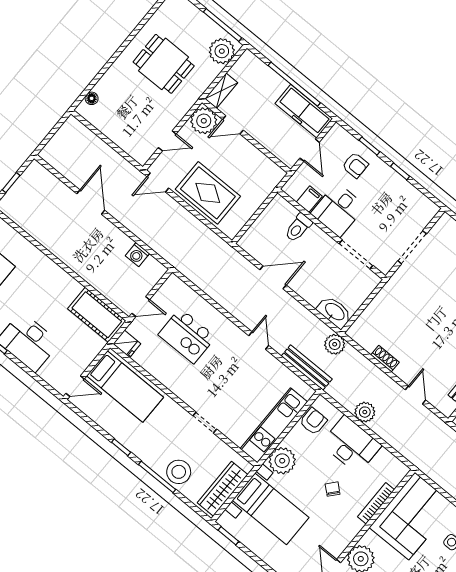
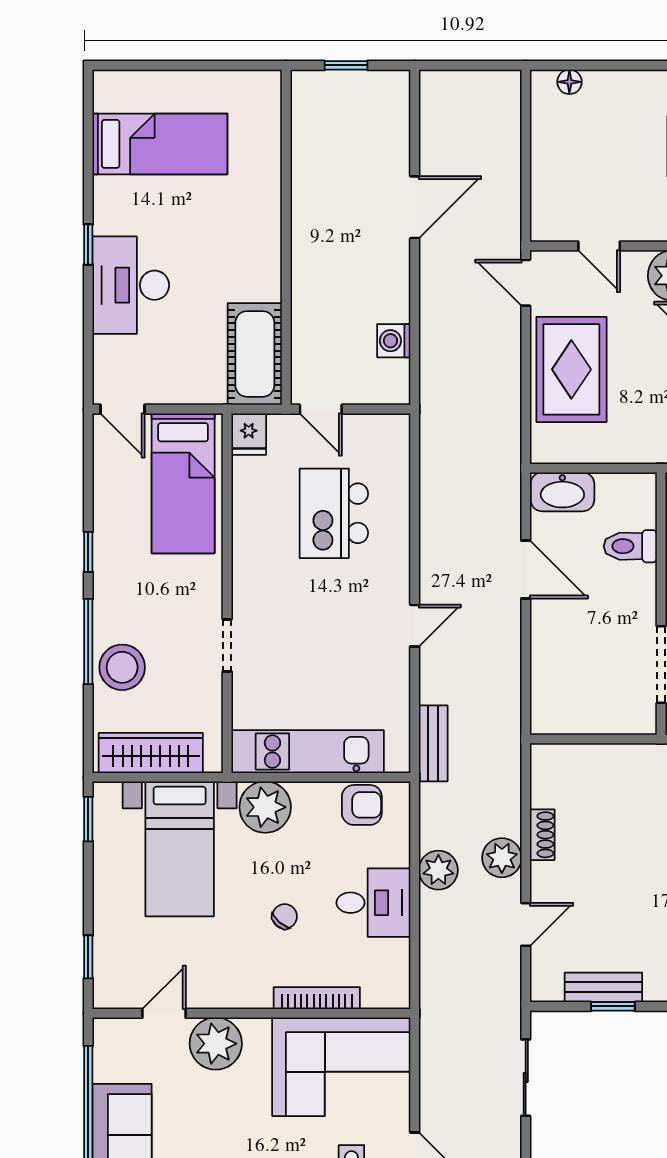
washbasin: (334, 312) -> (562, 492), moved, turned 90
plant: (335, 344) -> (502, 858), moved
bench: (307, 368) -> (433, 743), width x0.73
desk: (351, 445) -> (373, 903), width x0.73

